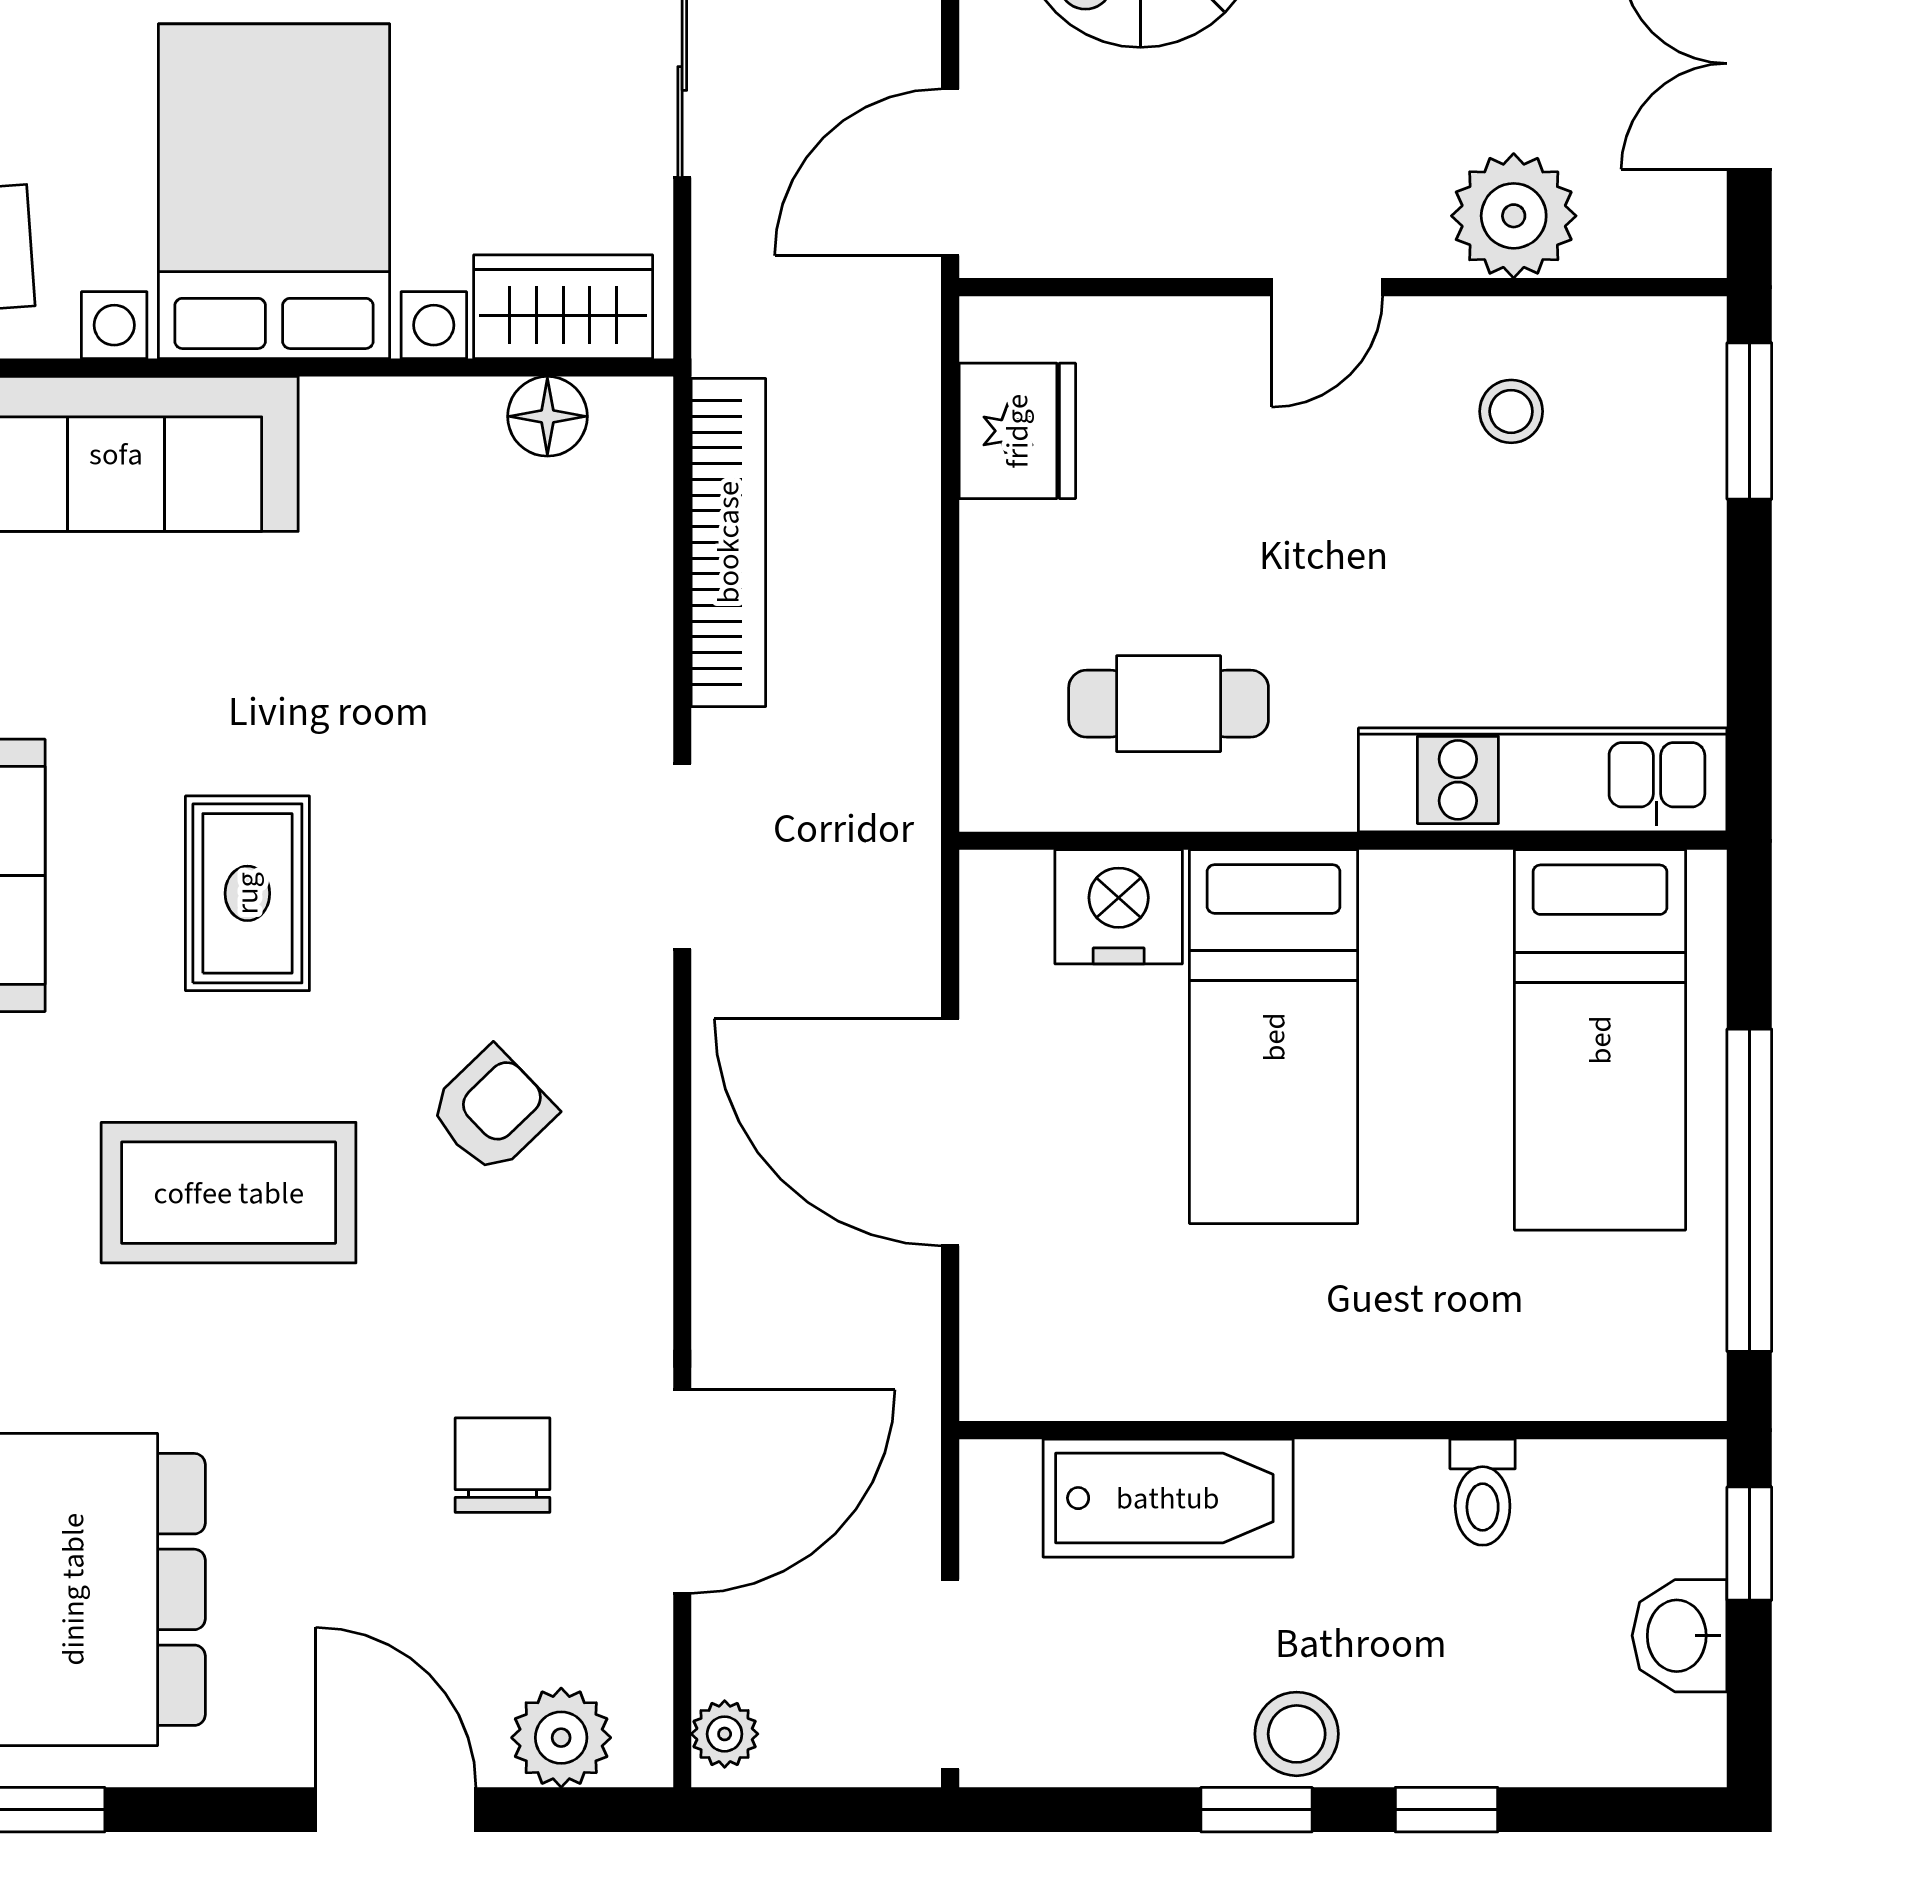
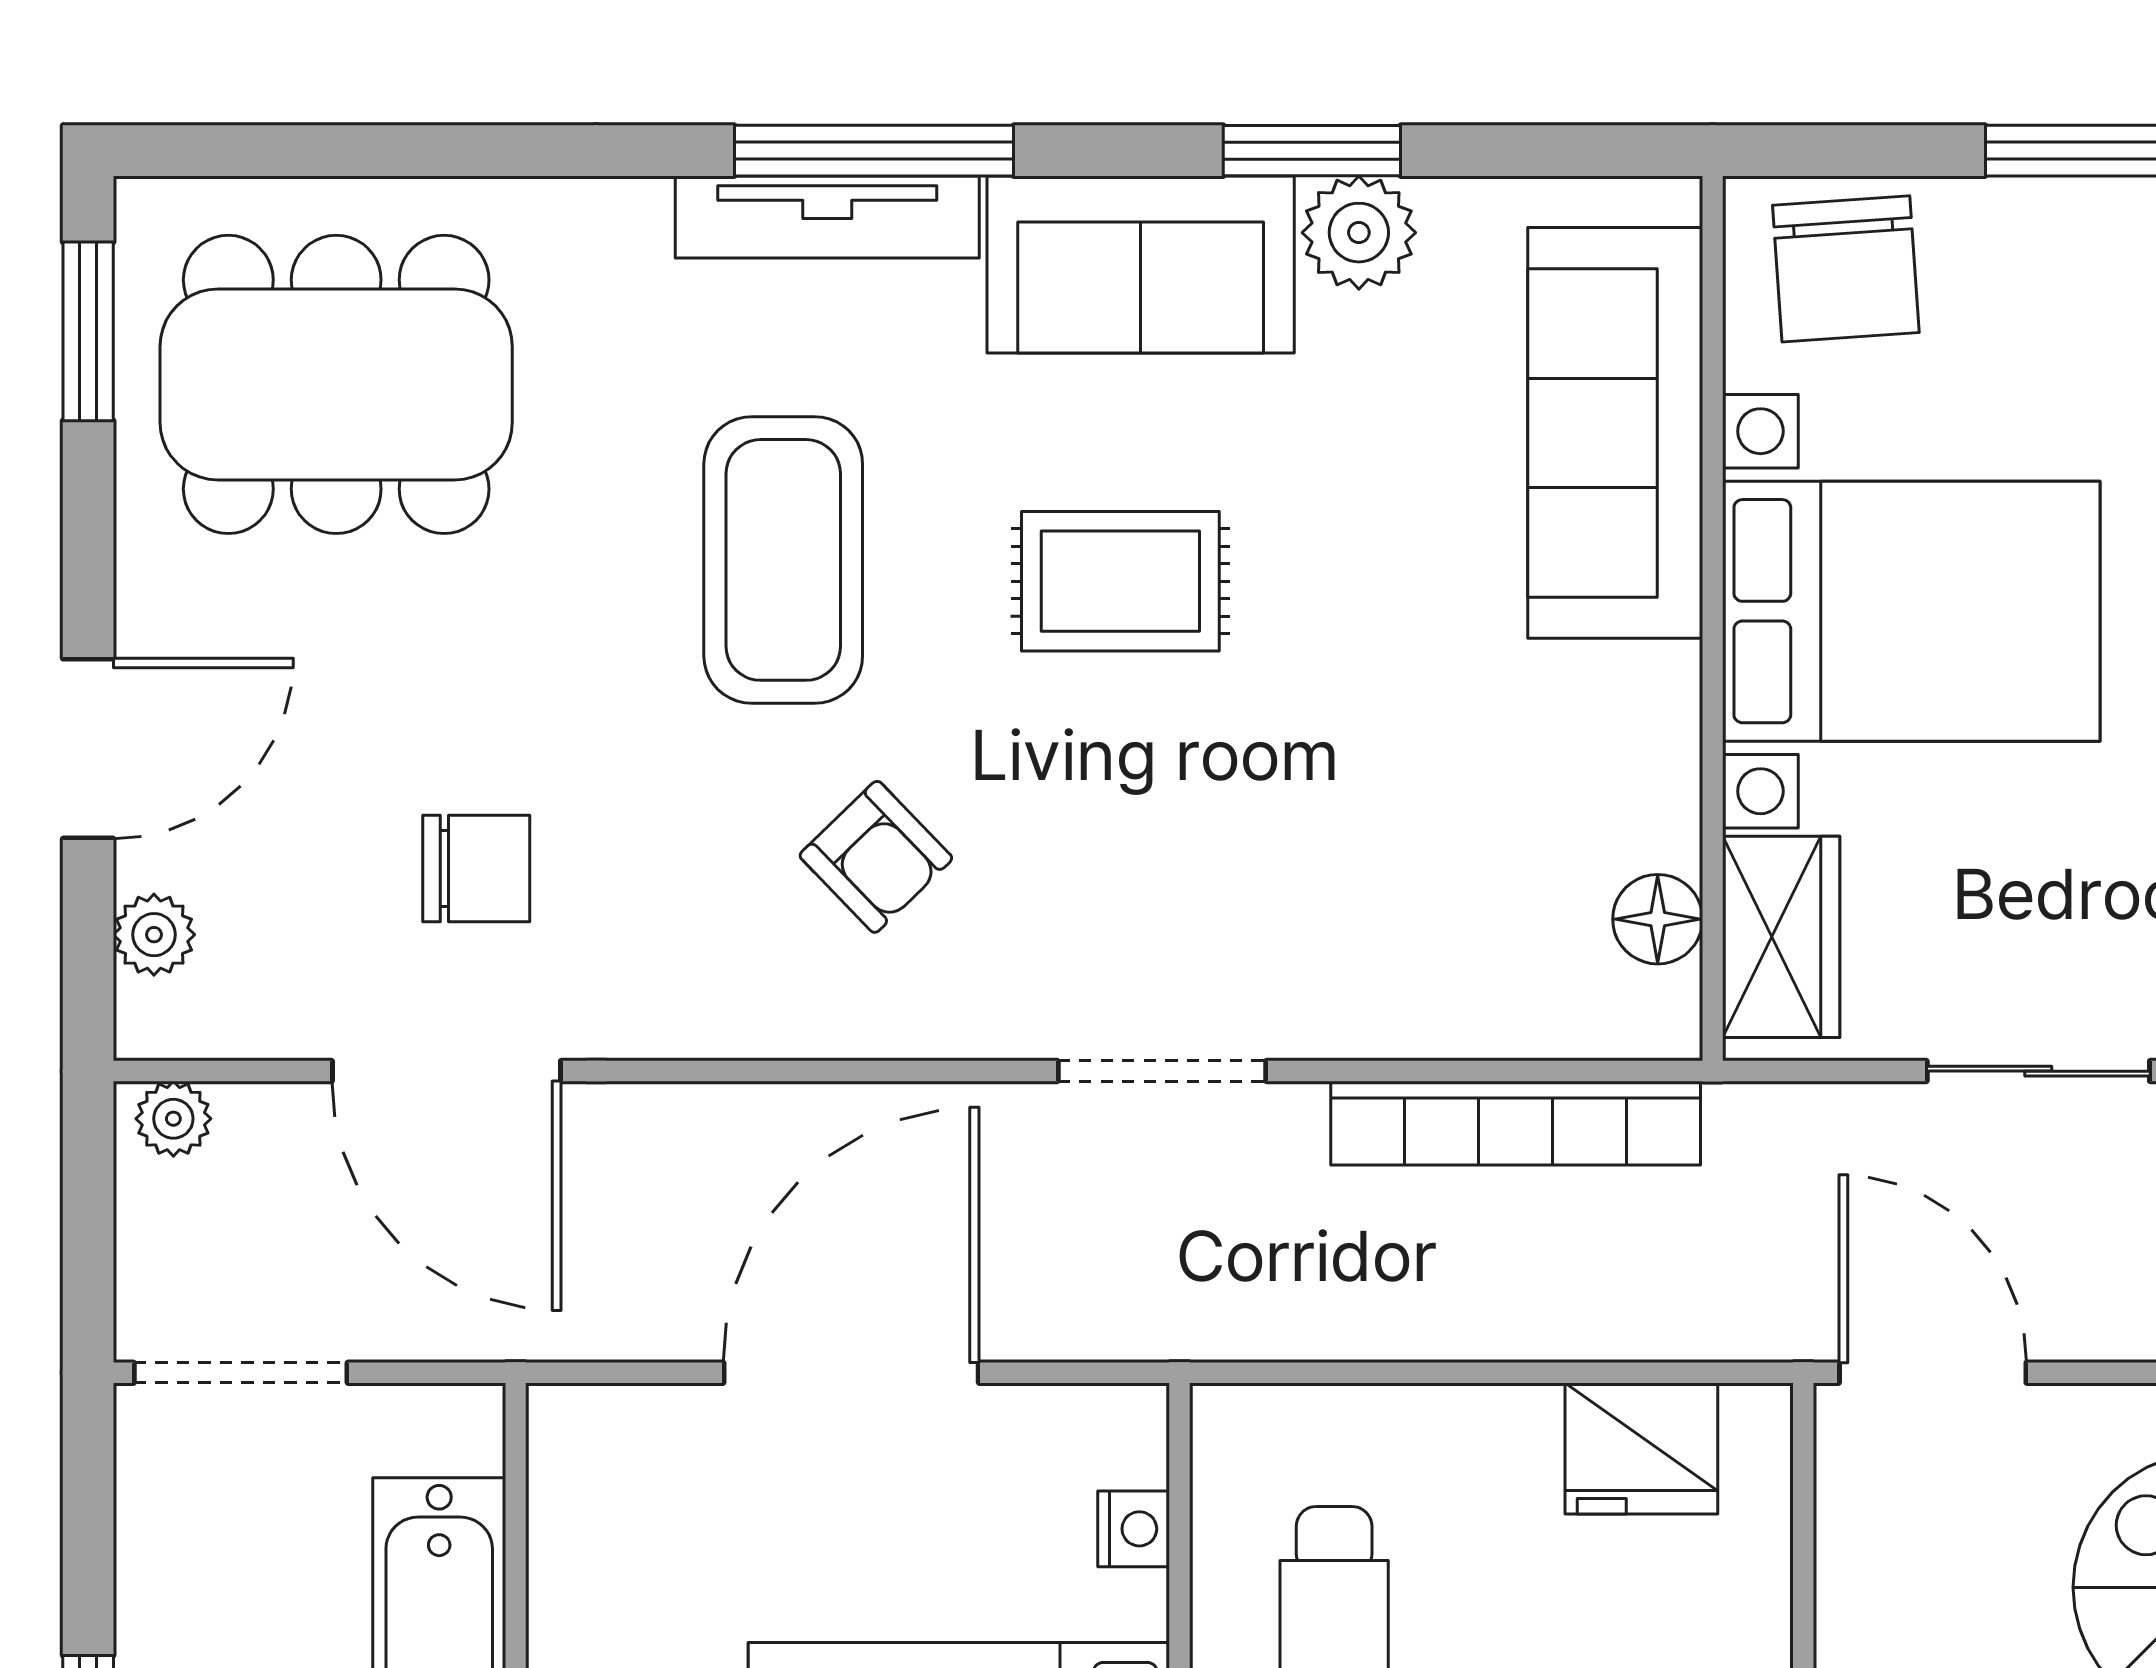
nightstand: (1119, 907) -> (1134, 1529), width x0.53, depth x0.56
plant: (561, 1738) -> (154, 935), width x0.73, depth x0.73

